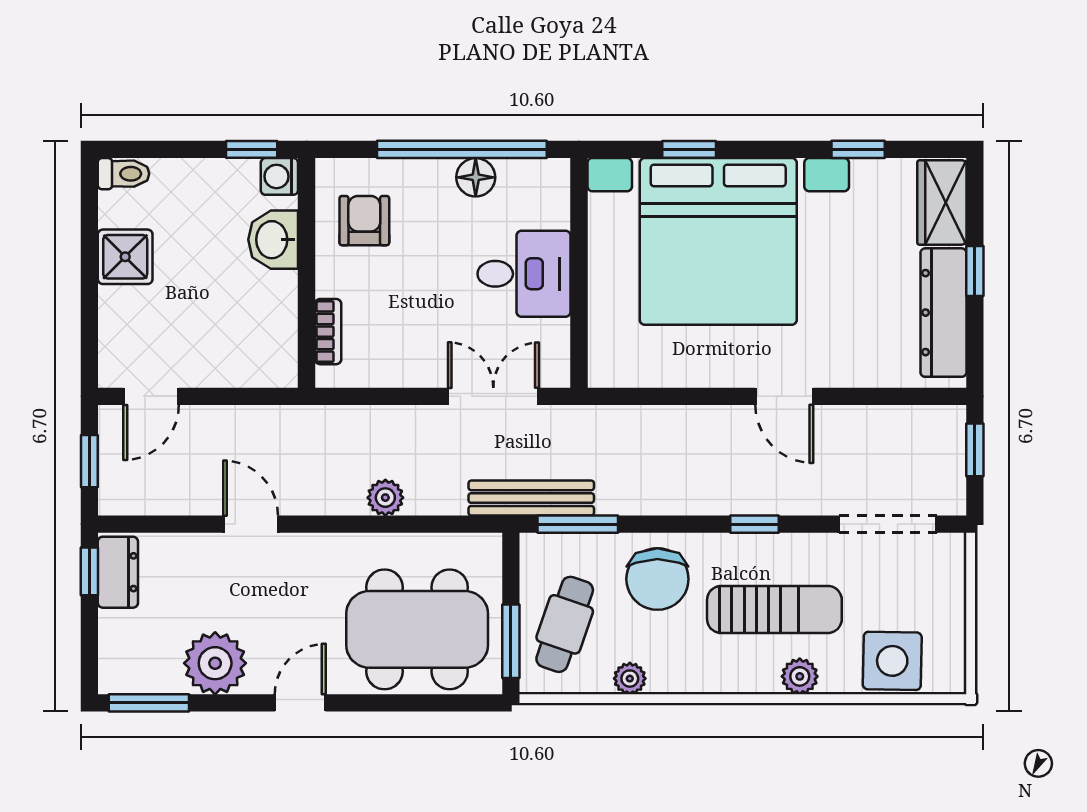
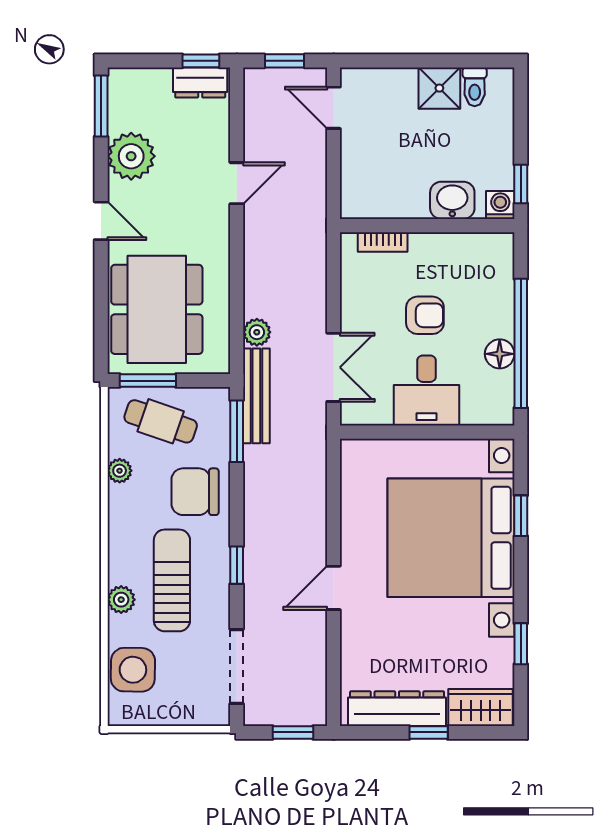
toilet: (124, 174) -> (475, 87), moved
armchair: (364, 221) -> (425, 315), moved
plant: (385, 498) -> (257, 332), moved
sun lounger: (774, 609) -> (172, 580), turned 180

